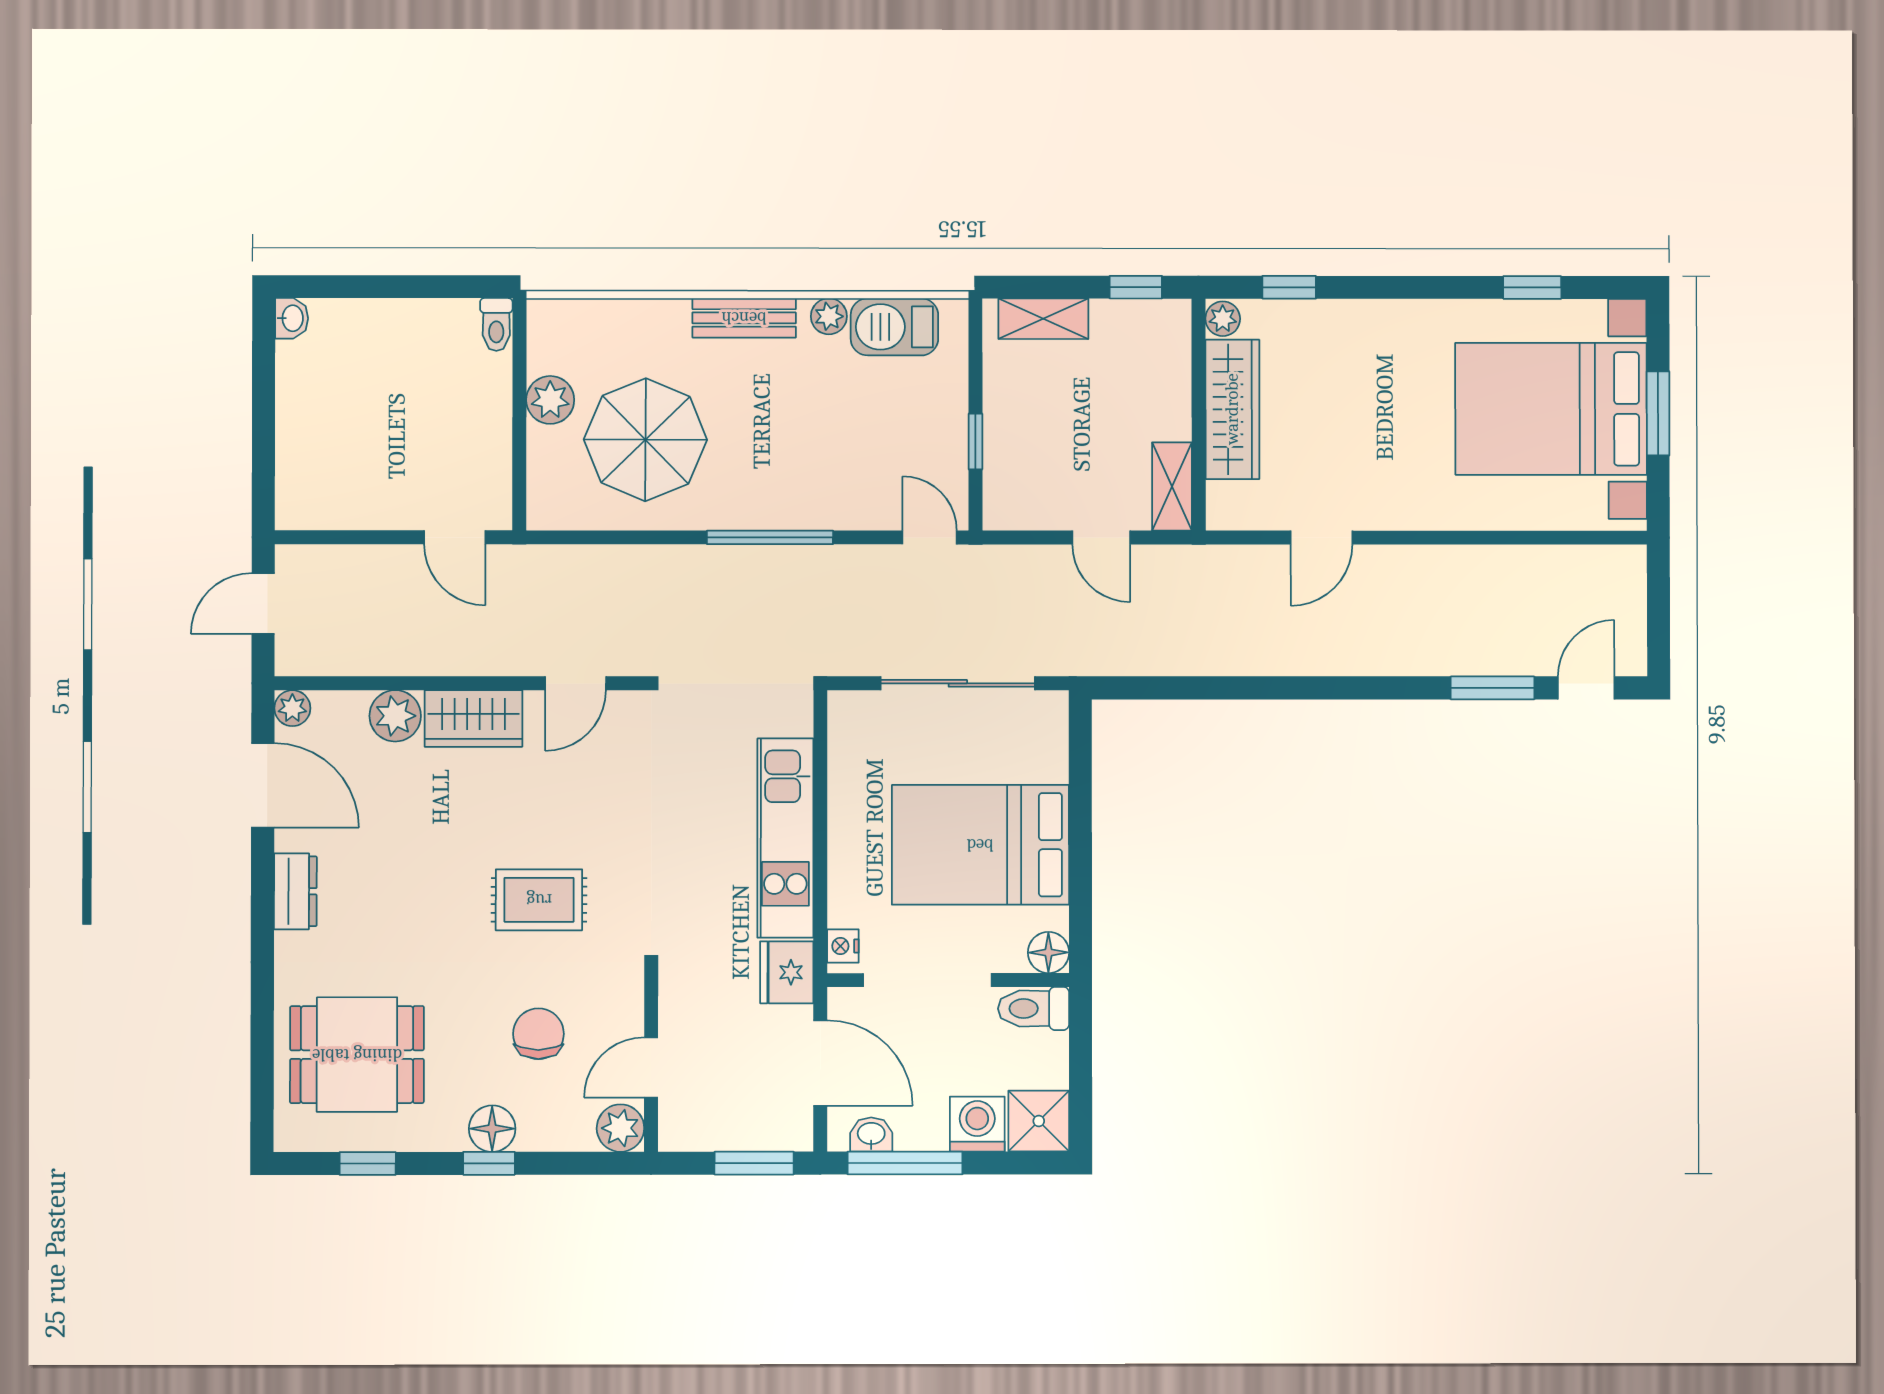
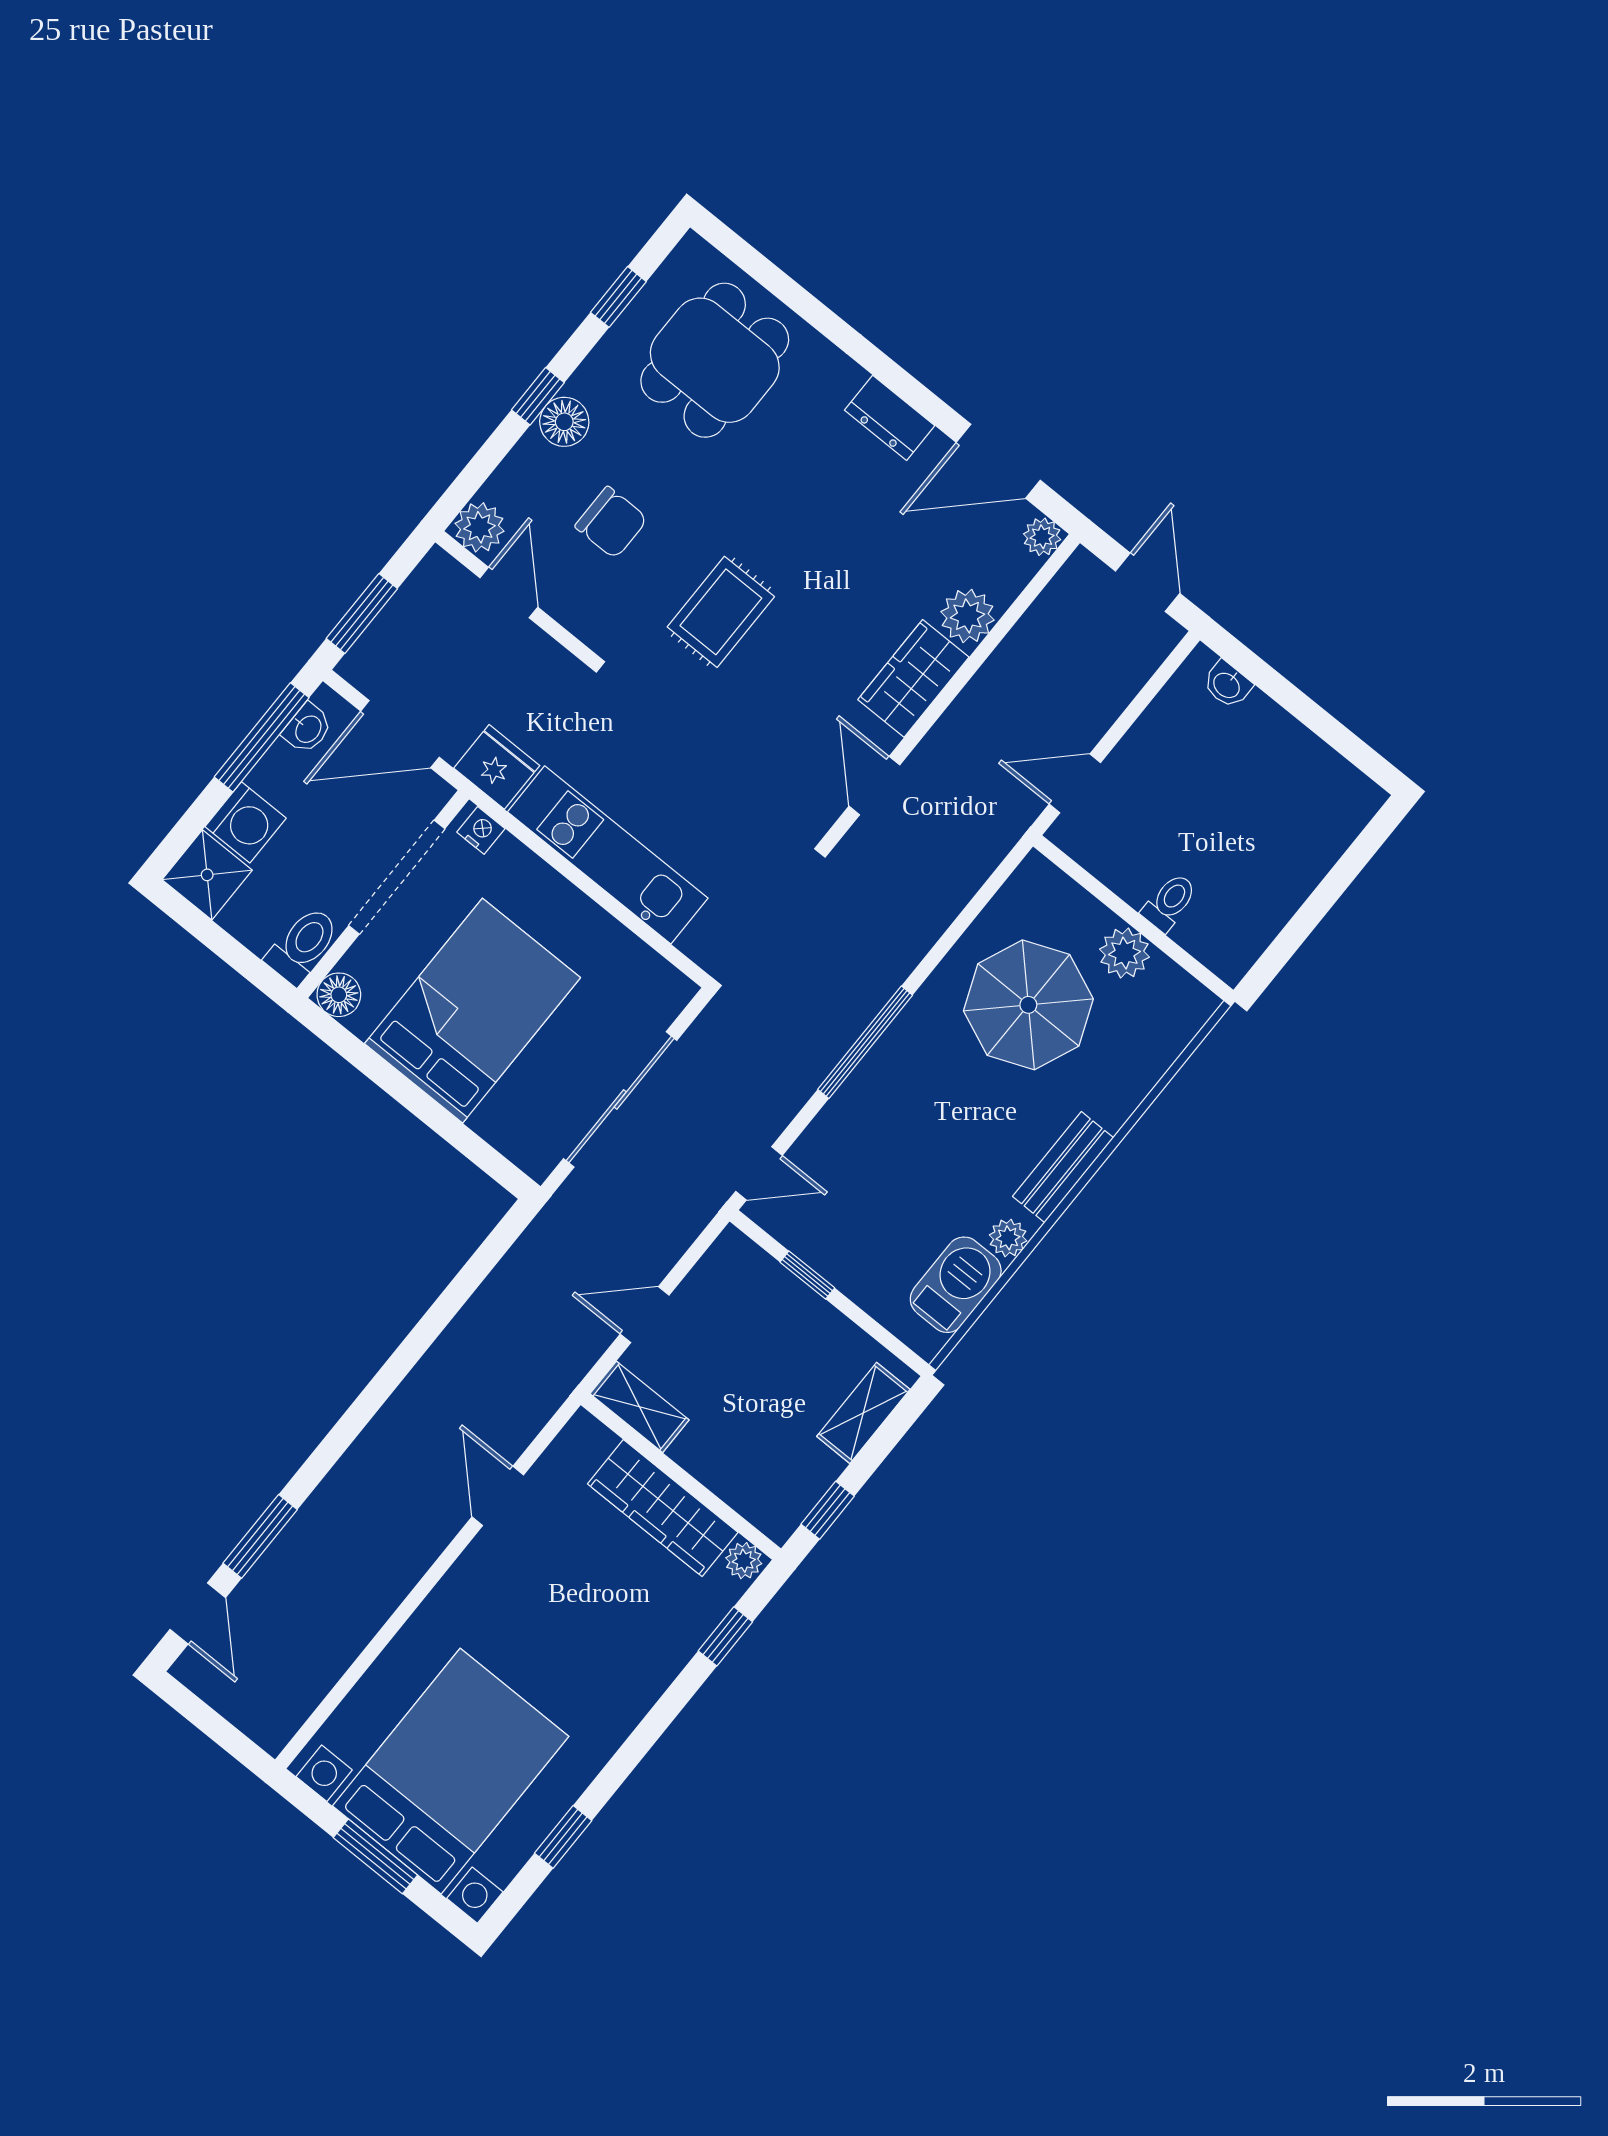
washbasin: (292, 318) -> (1227, 685), moved
toilet: (496, 325) -> (1170, 902), moved, turned 90

